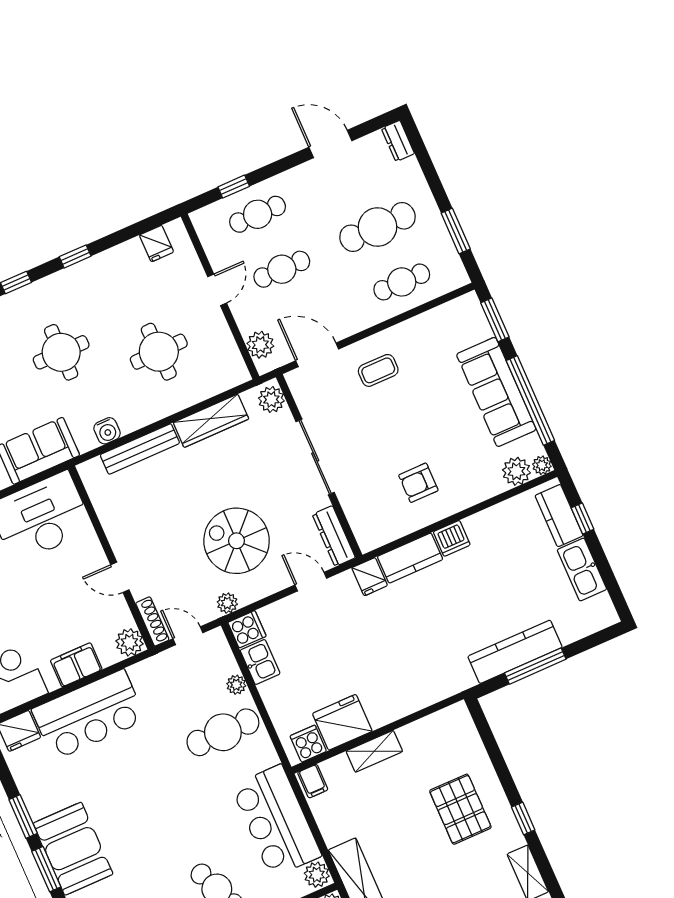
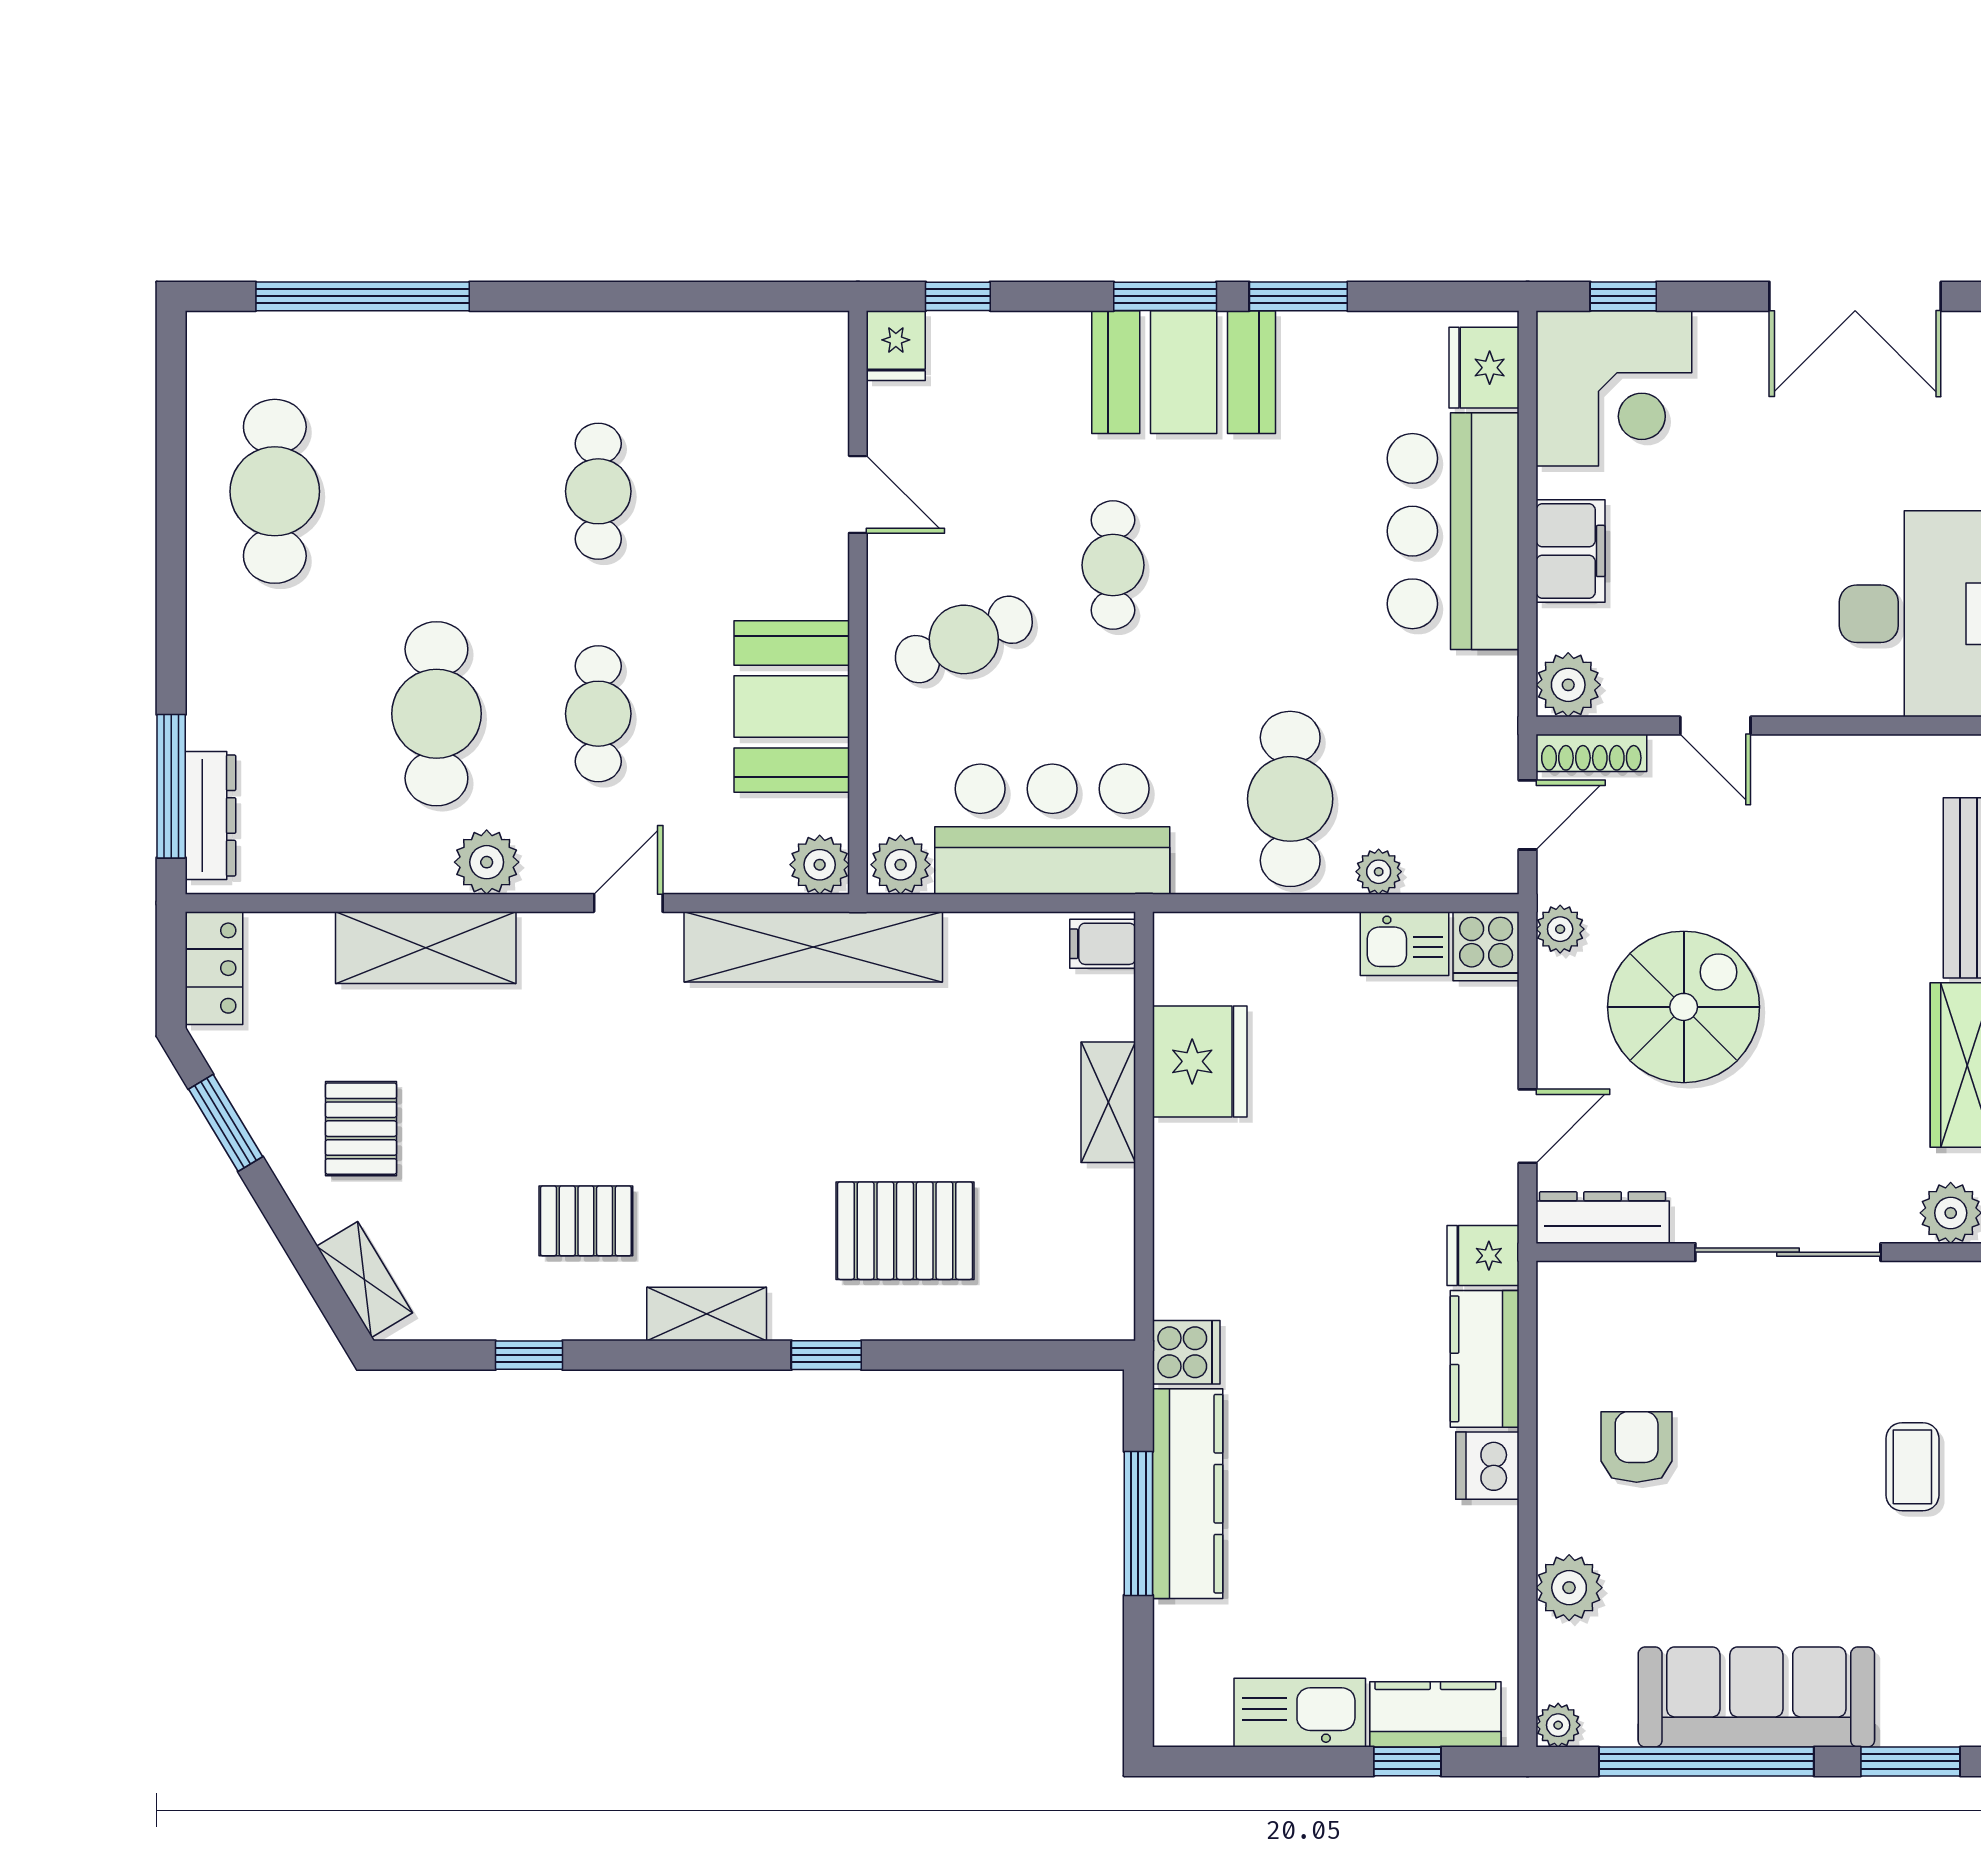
plant: (516, 471) -> (1569, 1588), moved
door: (120, 577) -> (1715, 726), swing flipped
cooker: (308, 744) -> (1186, 1352), moved
cafe table: (161, 843) -> (1113, 565), added

